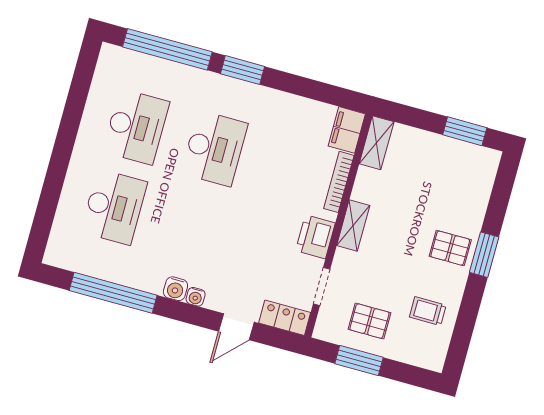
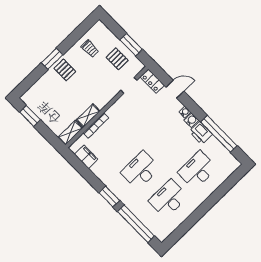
filing cabinet: (347, 130) -> (86, 157), moved, turned -90
shelving: (353, 225) -> (88, 115), moved
printer: (315, 237) -> (201, 133), moved, turned 90

